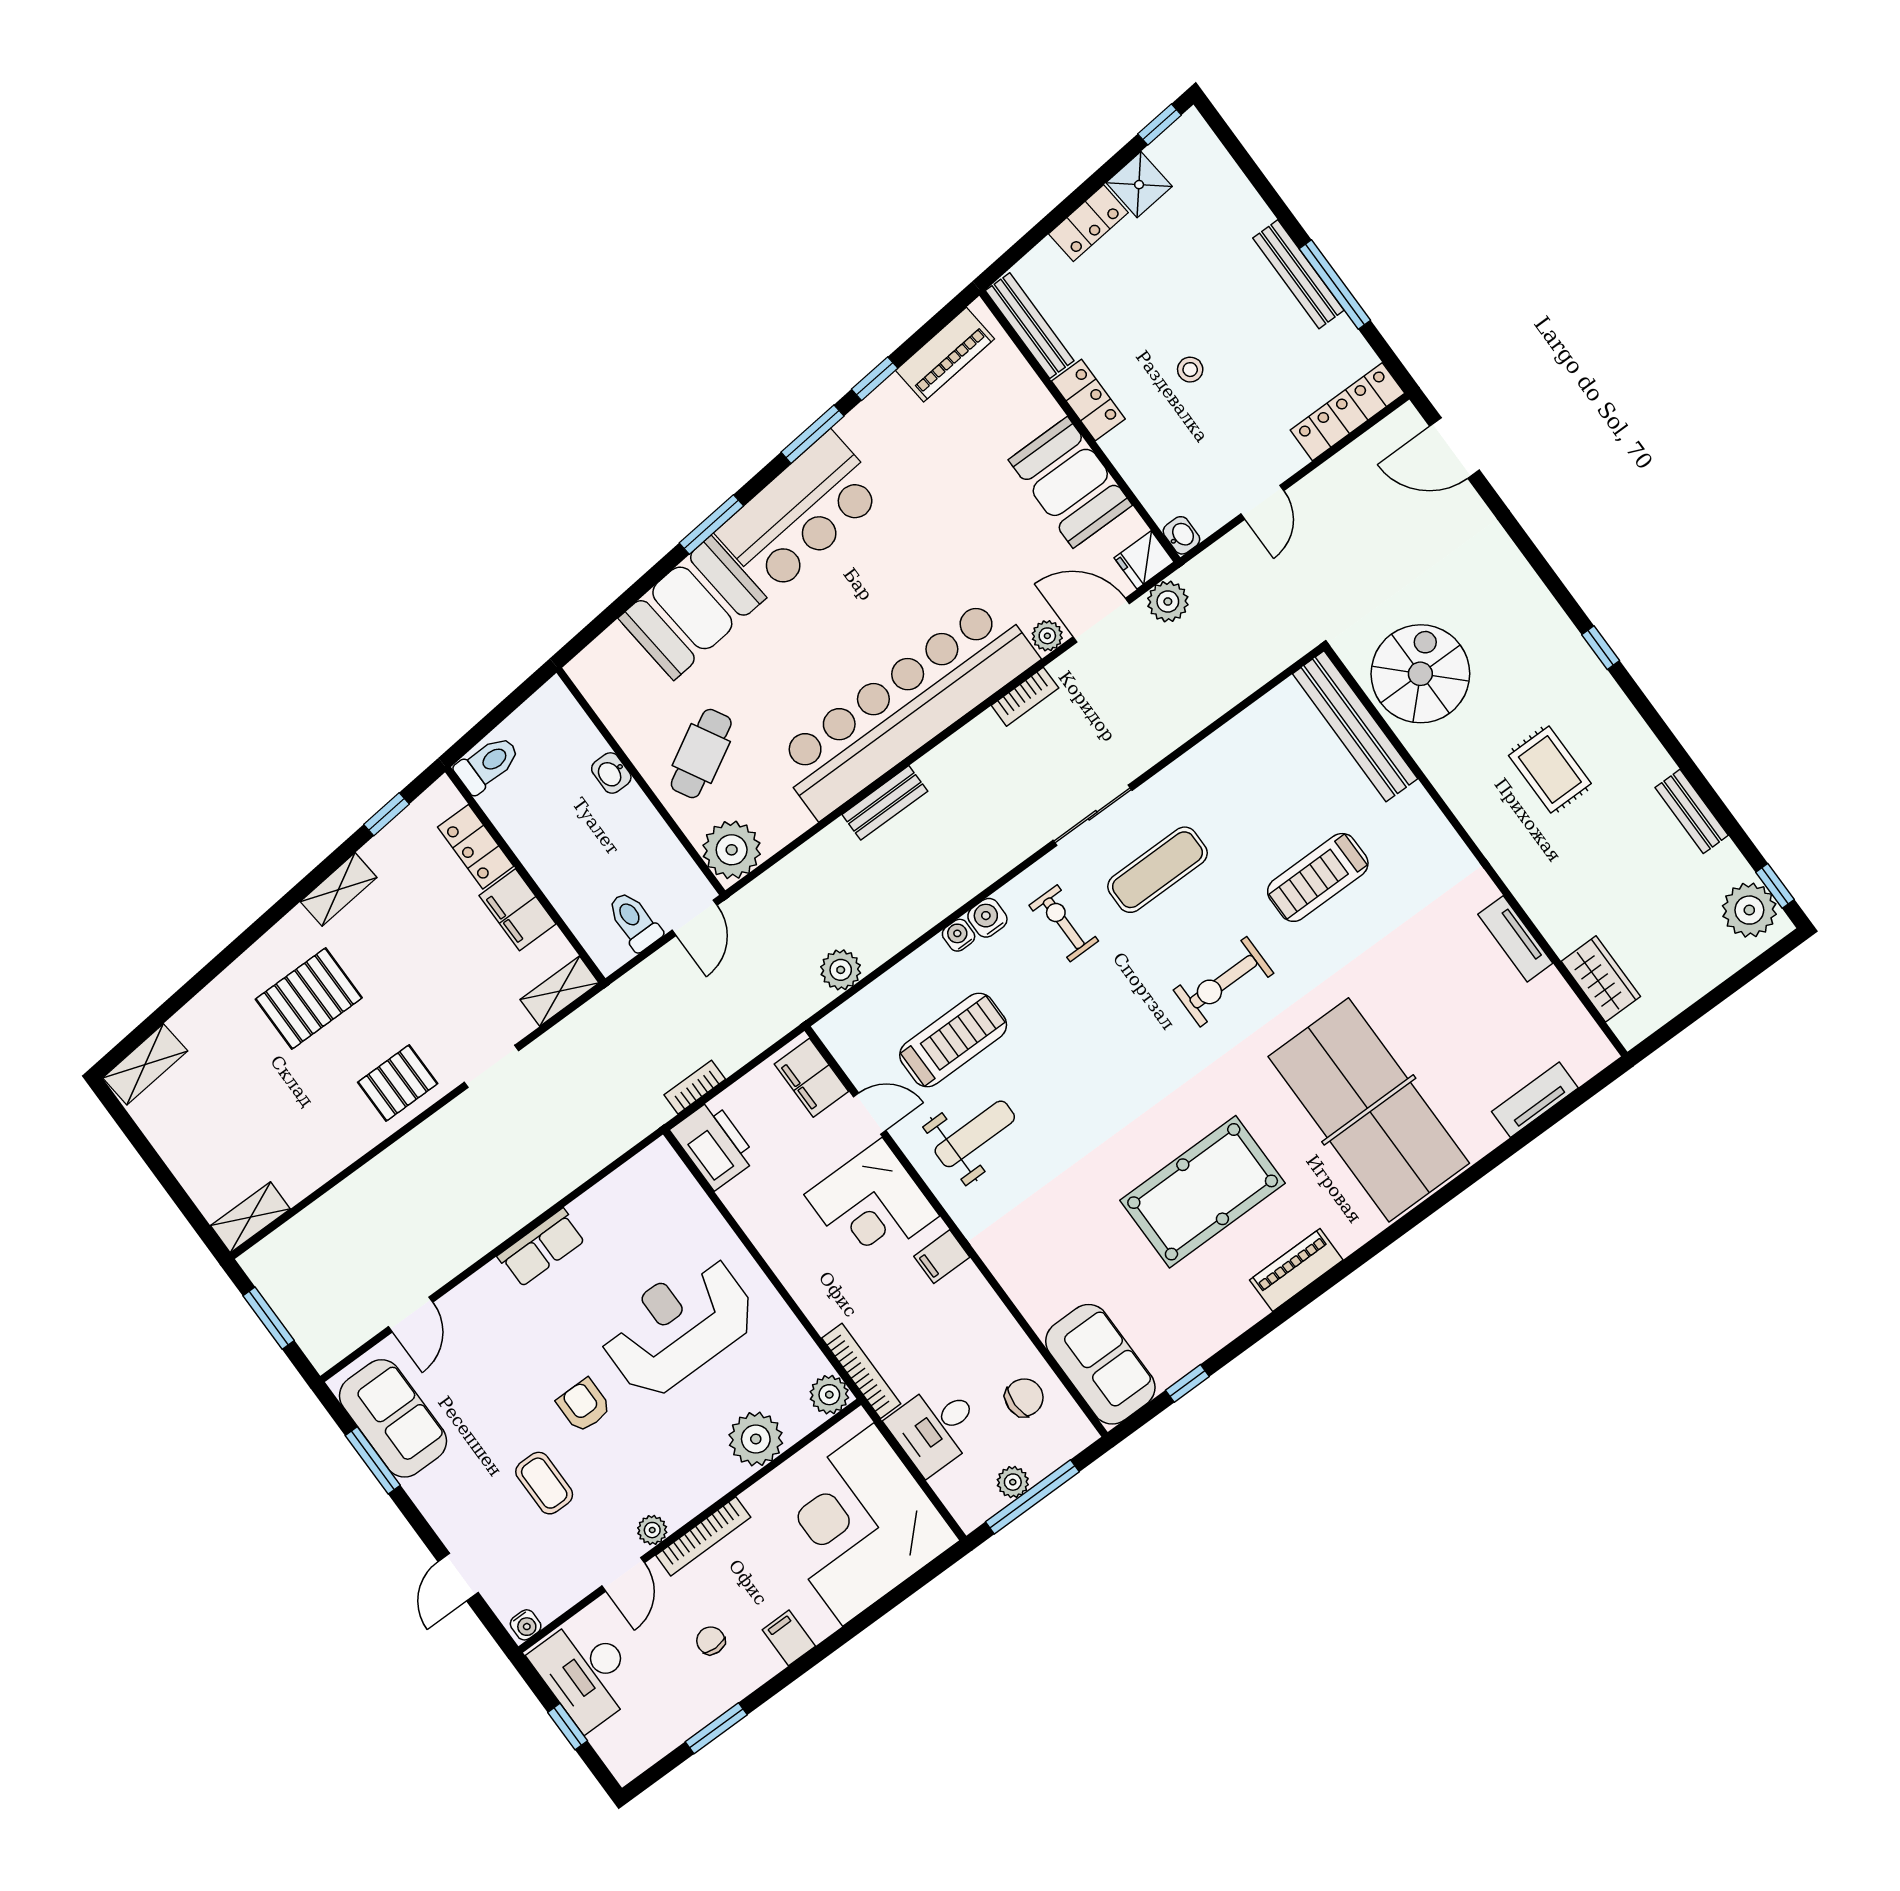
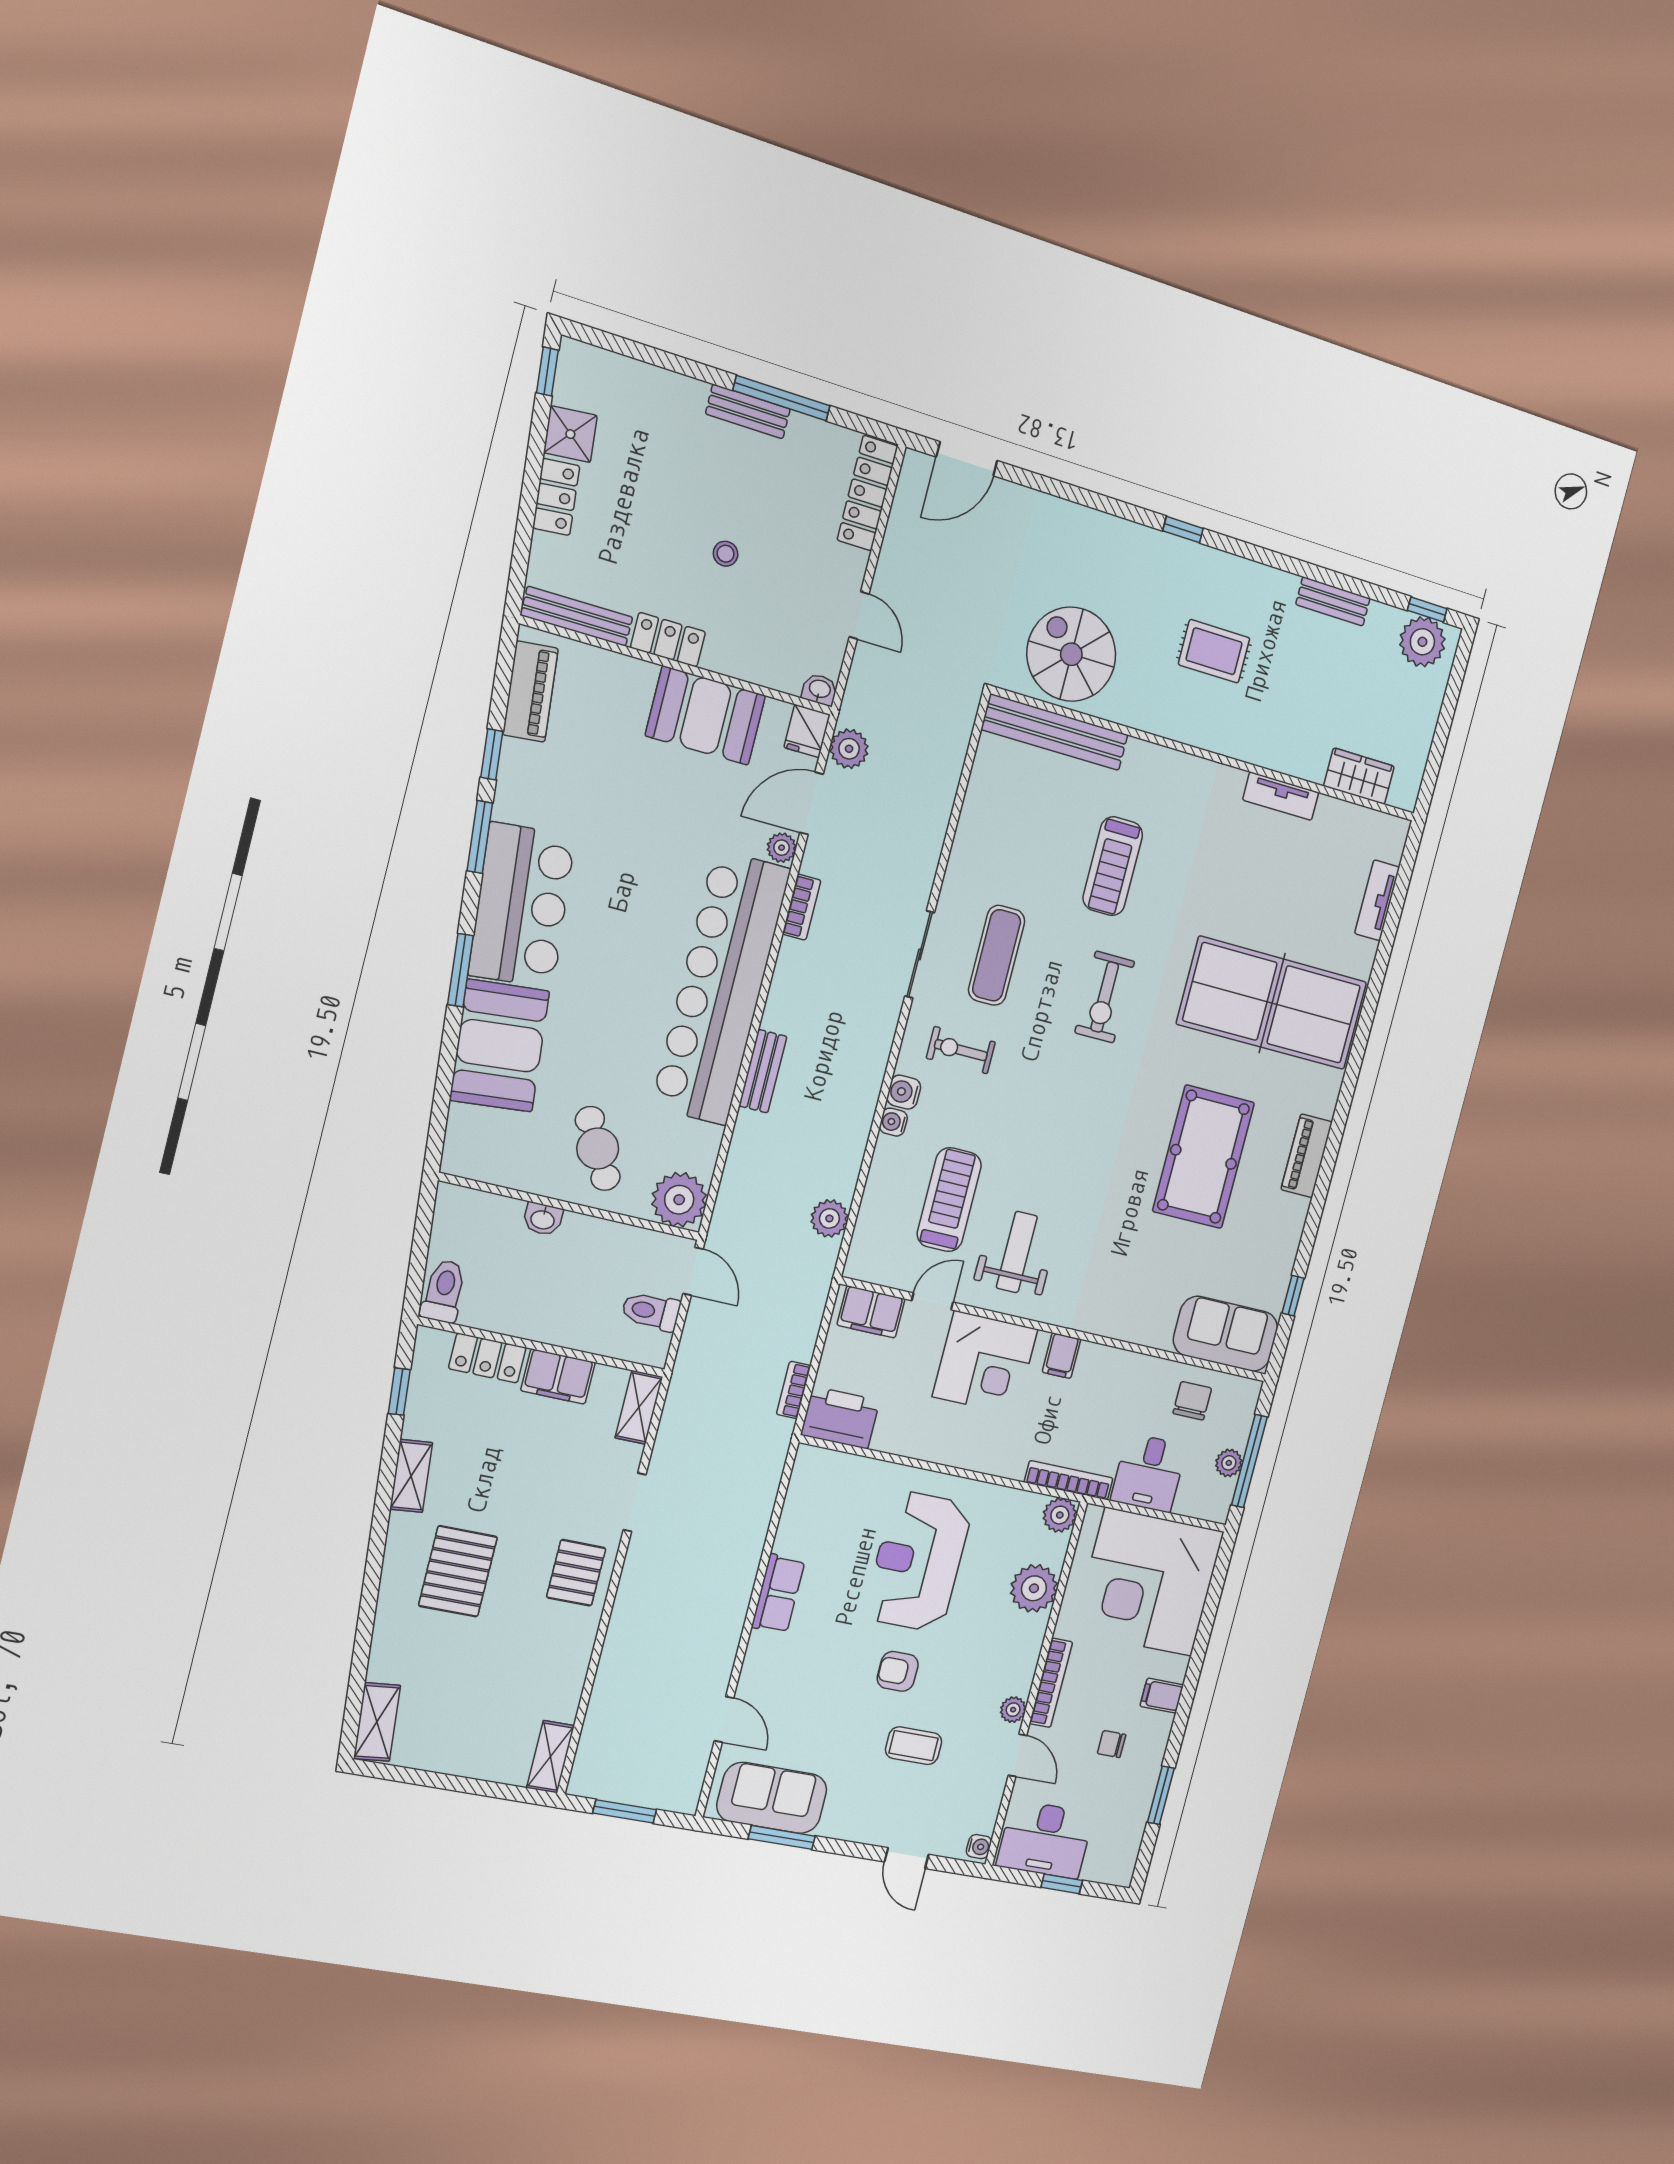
bench: (1298, 274) -> (748, 411), width x0.73

